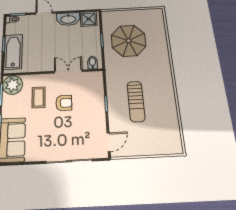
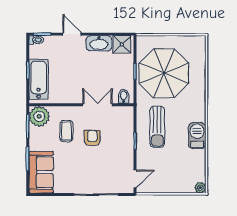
parasol: (129, 41) -> (164, 73), width x1.36, depth x1.36
barbecue: (167, 95) -> (197, 136), added
sun lounger: (136, 101) -> (157, 127), moved
armchair: (64, 103) -> (92, 138), turned -90
plant: (177, 148) -> (200, 188), added

